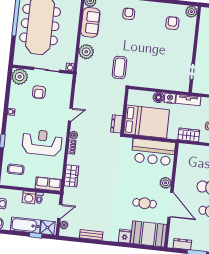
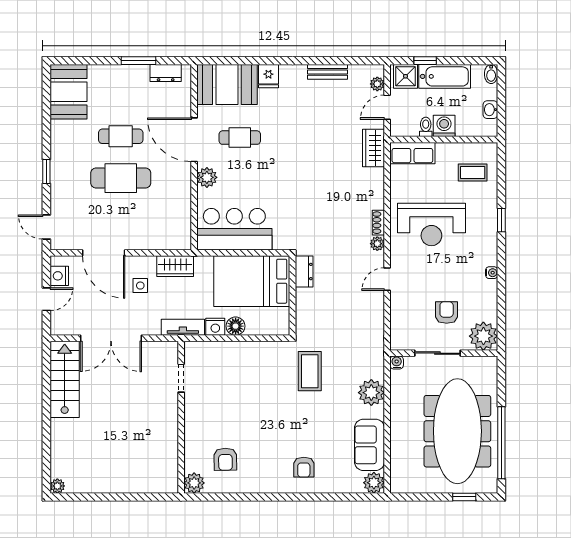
wardrobe: (71, 176) -> (373, 148), moved

